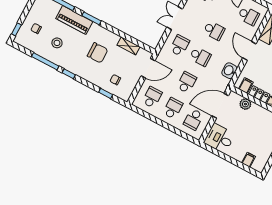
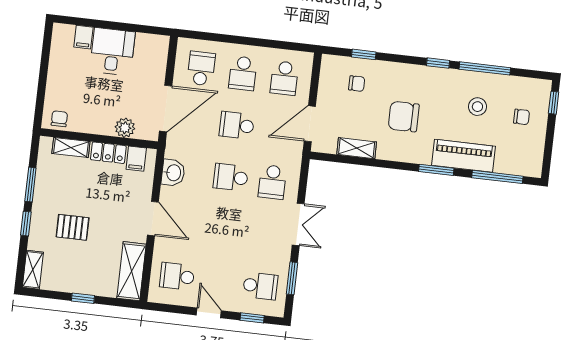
school desk: (214, 31) -> (225, 229), removed
school desk: (186, 82) -> (237, 125), turned 90
desk: (219, 138) -> (112, 52), moved, turned -90

